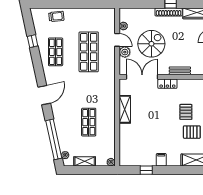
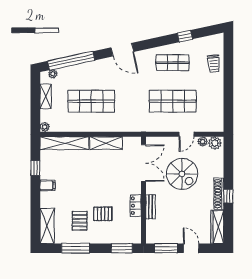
plant: (125, 52) -> (215, 143), moved
locker: (167, 84) -> (136, 206), moved
shop shelf: (89, 122) -> (91, 101), width x1.43, depth x1.36
shelving: (125, 145) -> (64, 143), added

